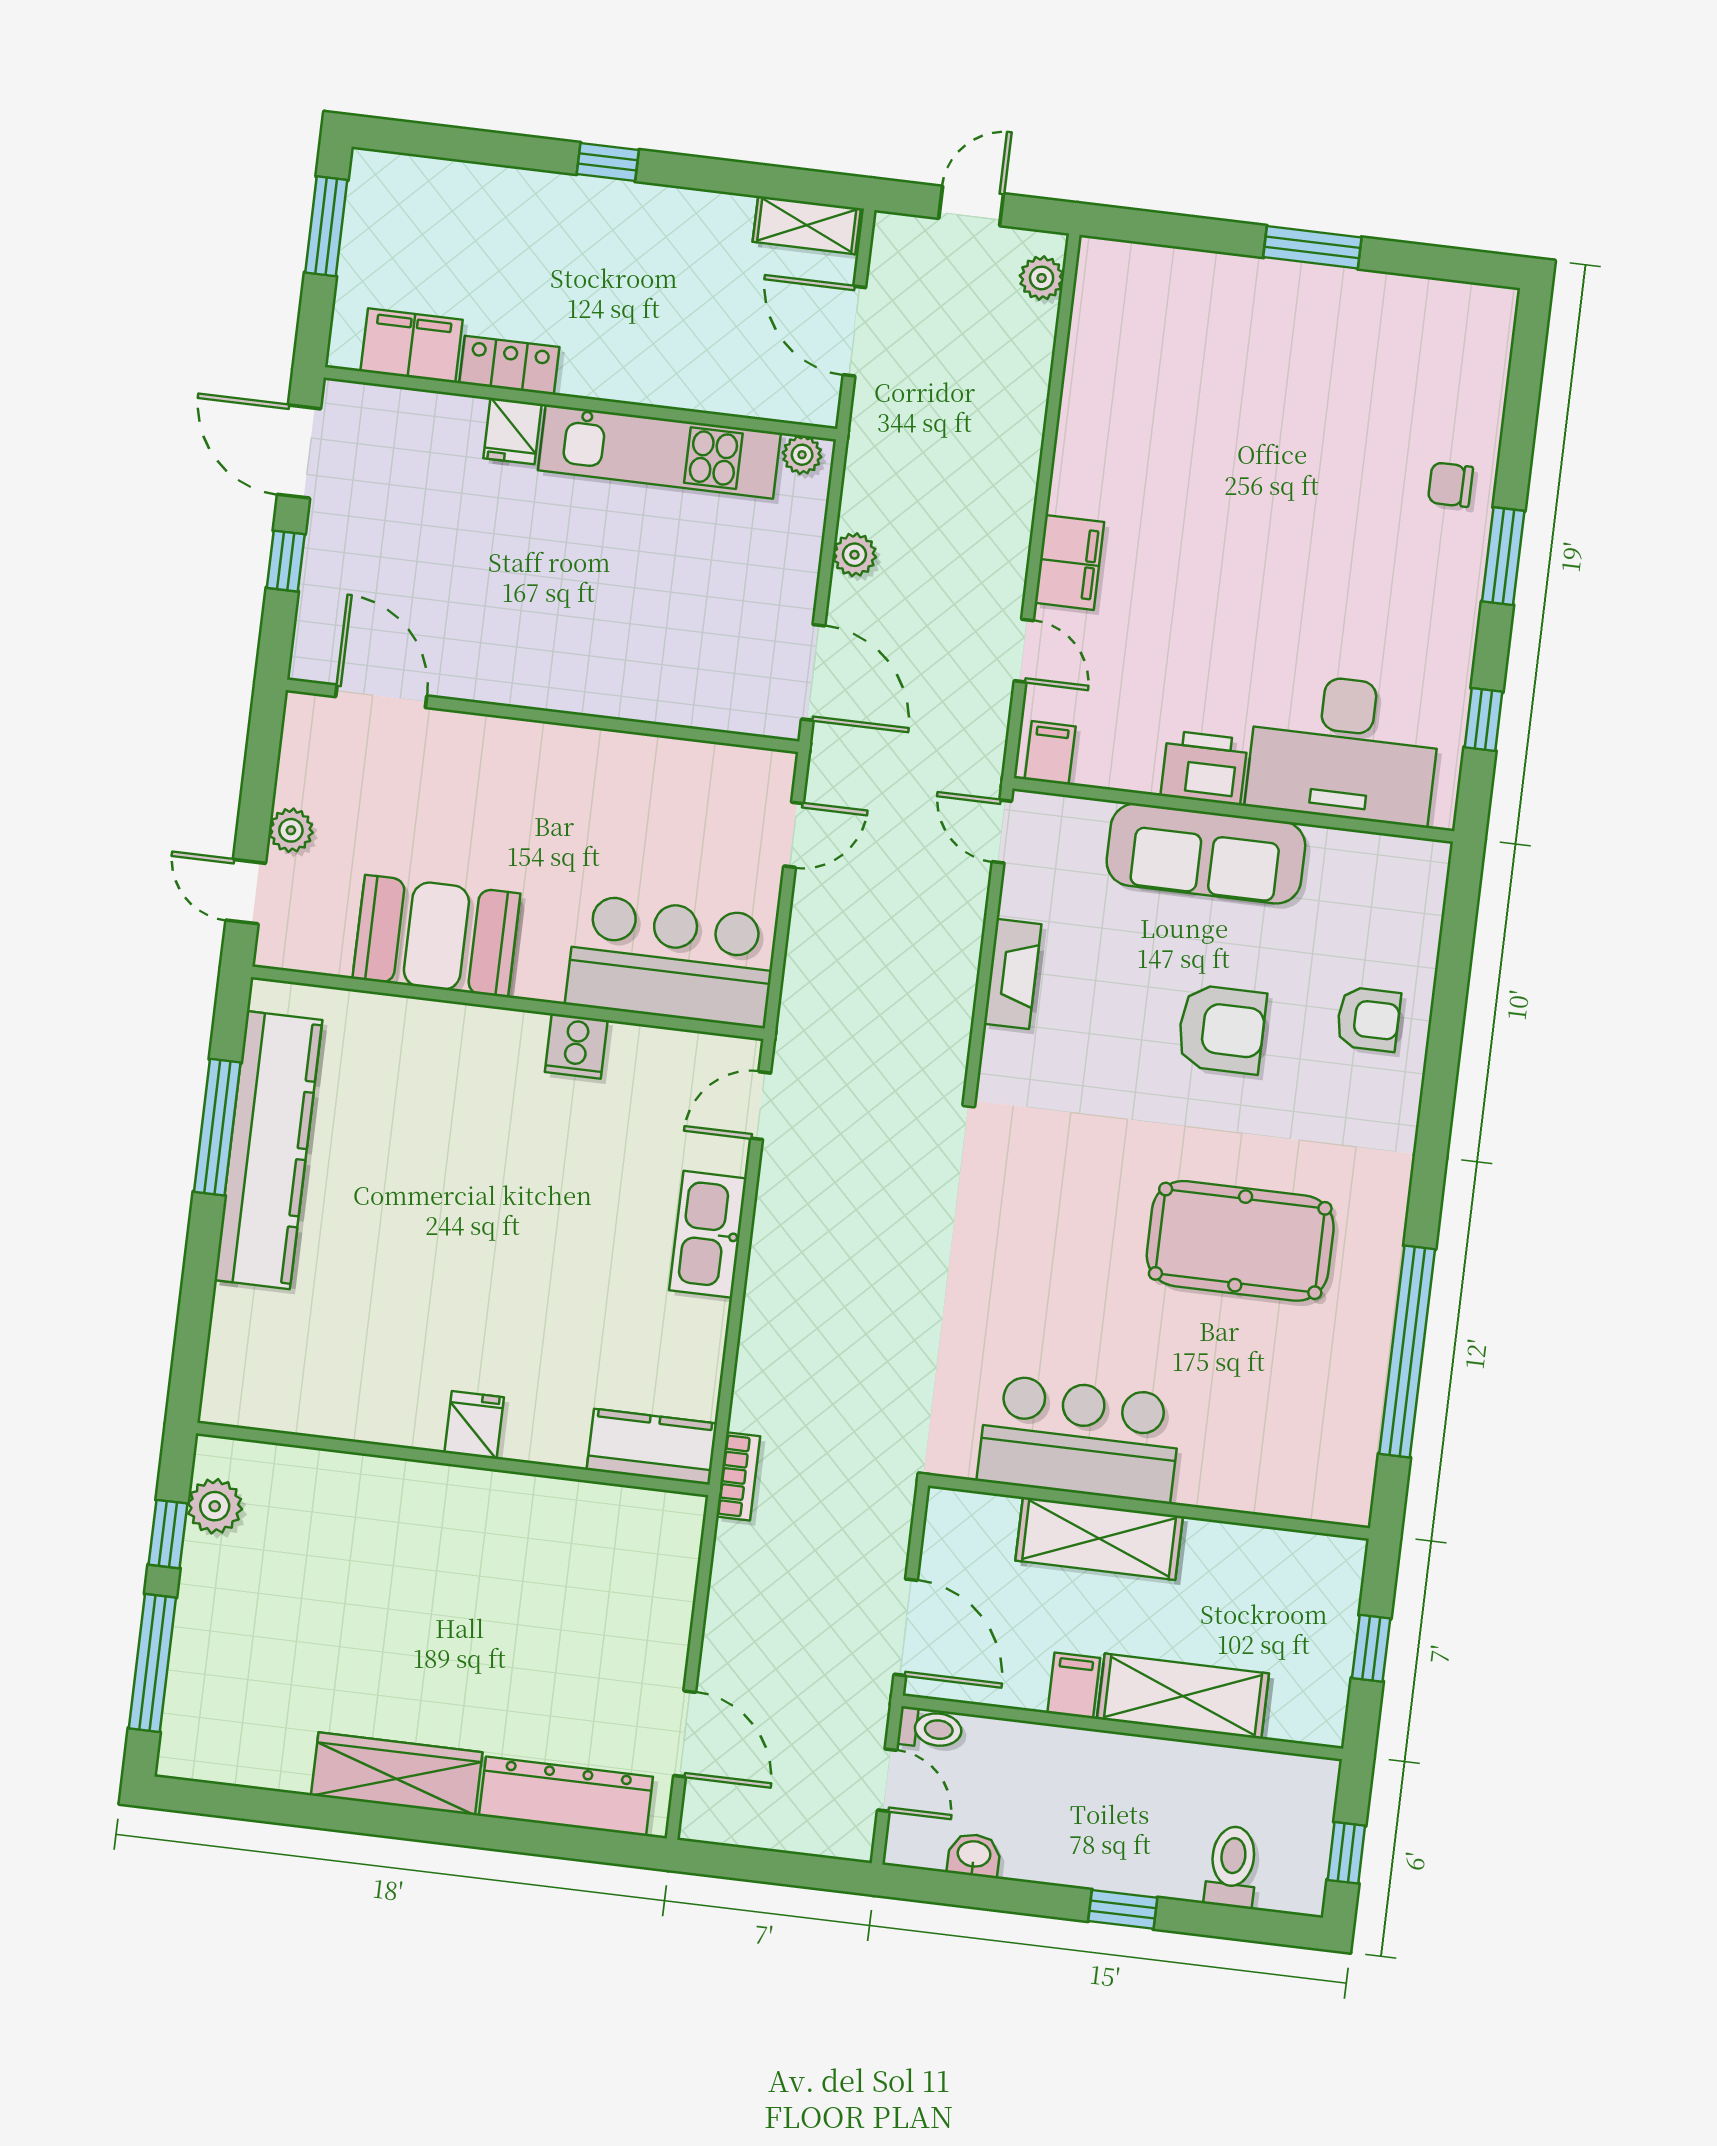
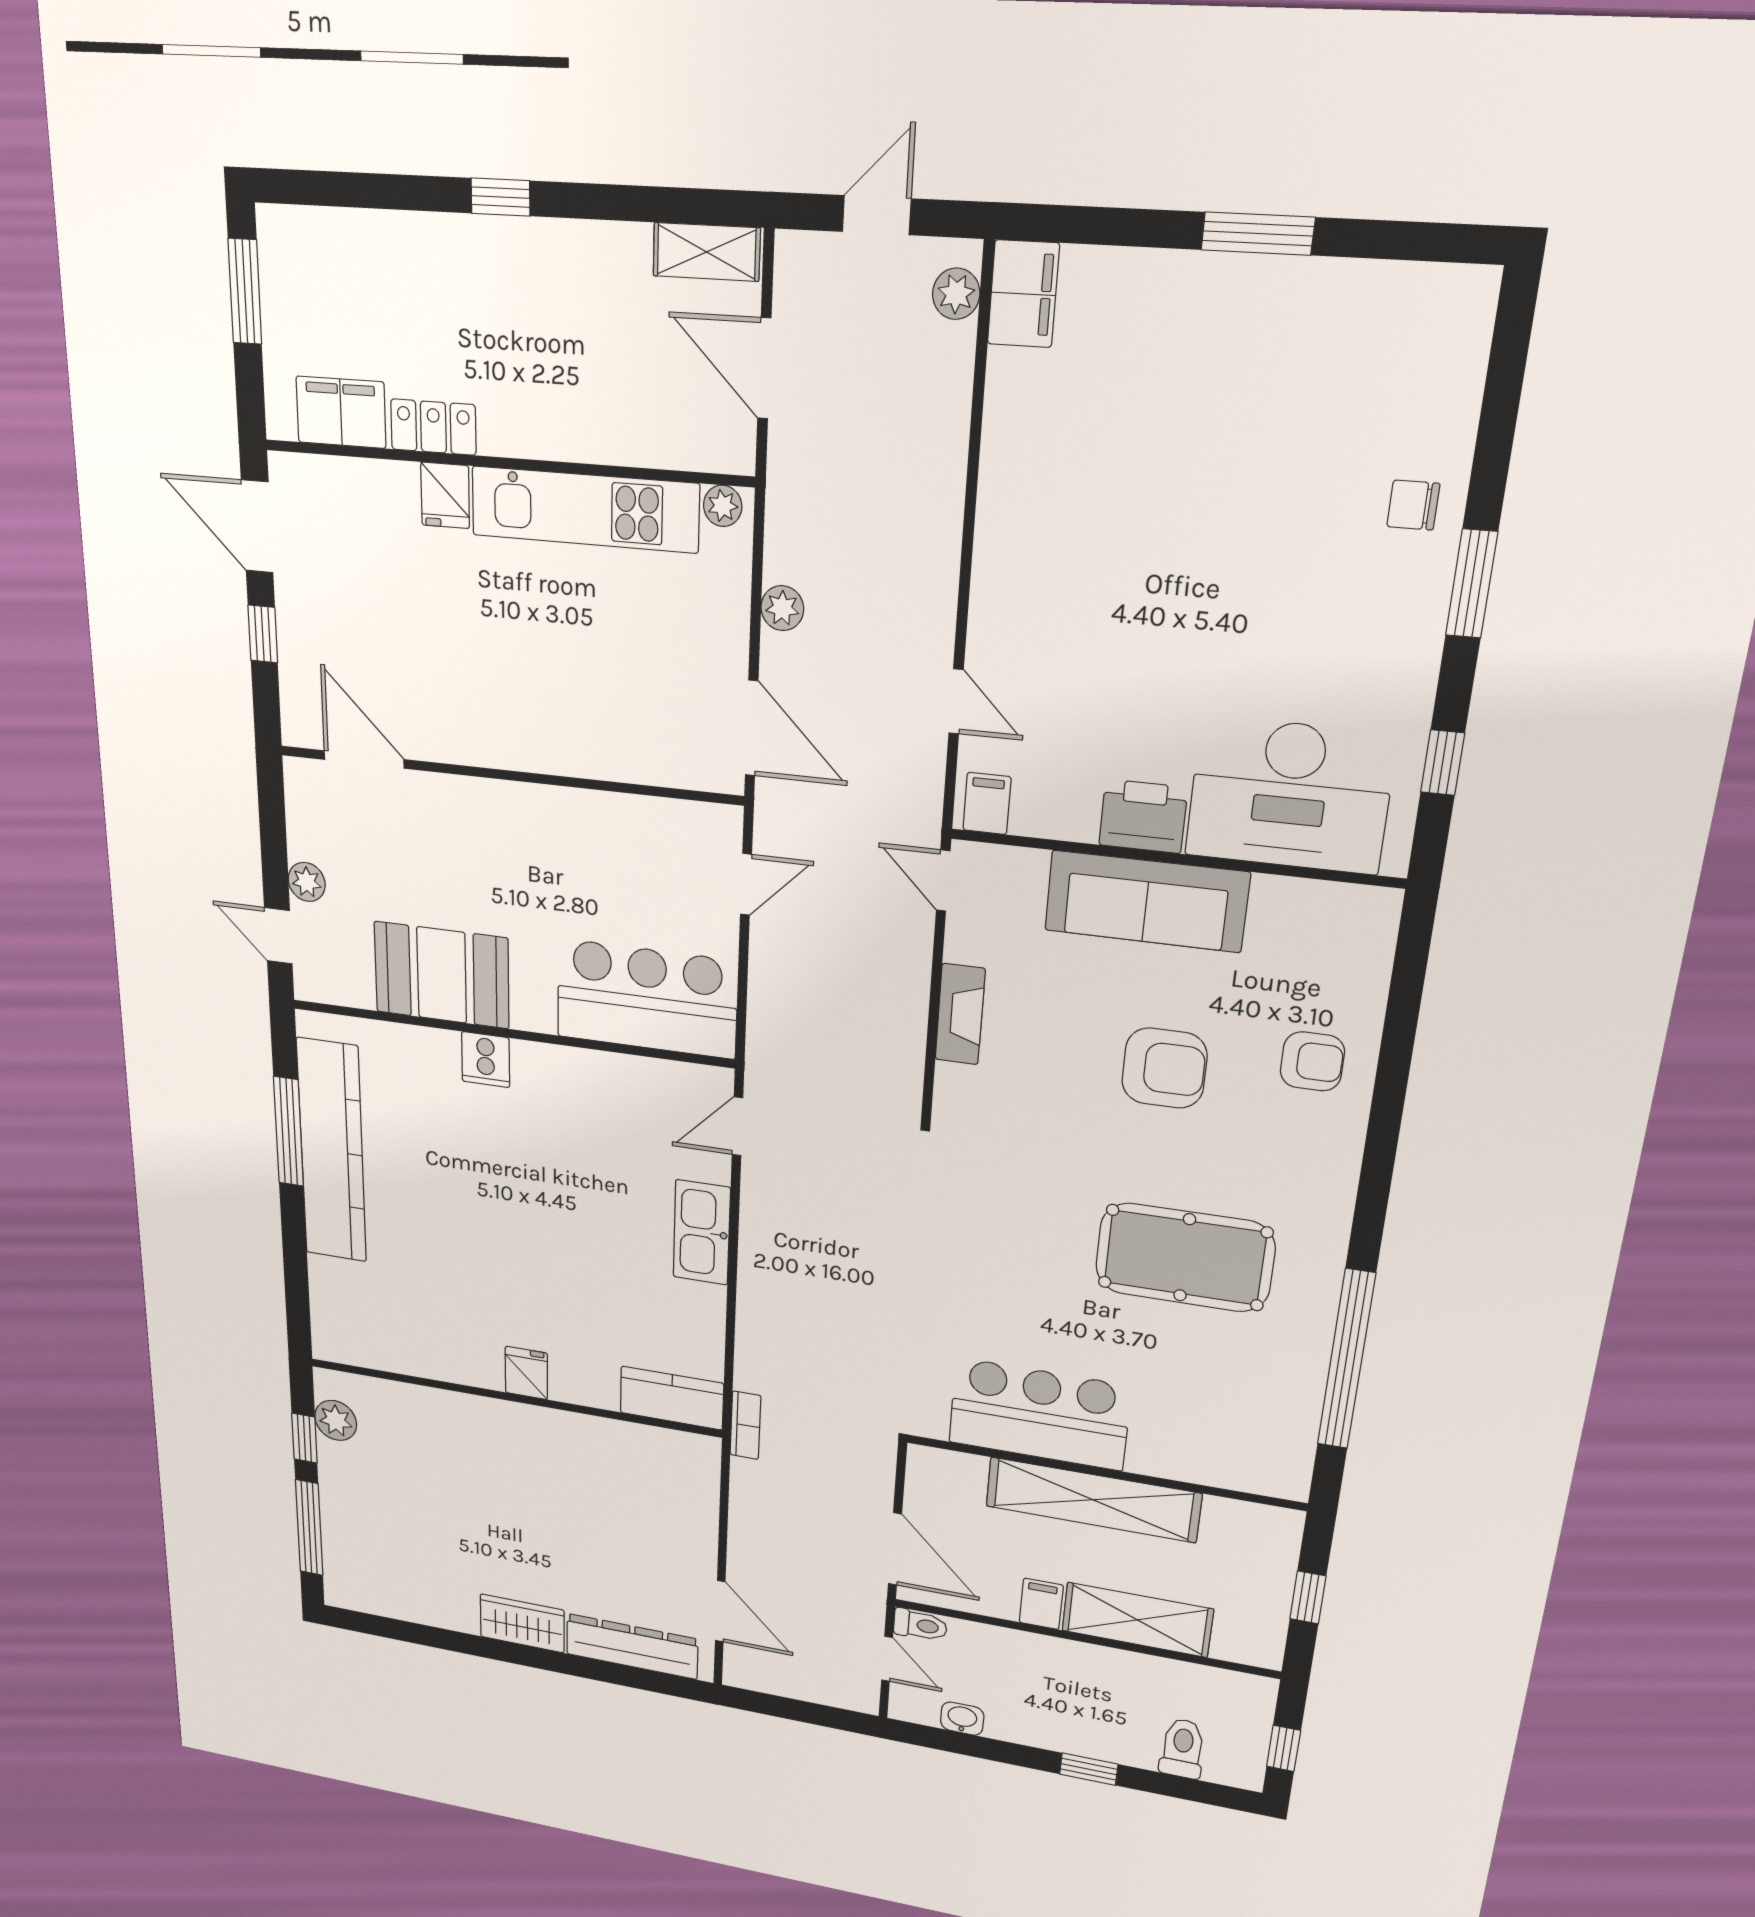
filing cabinet: (1069, 562) -> (1023, 294), moved
cooker: (576, 1046) -> (486, 1060), moved
shelving: (1099, 1538) -> (1093, 1500), width x1.47
wardrobe: (397, 1774) -> (522, 1623), width x0.67

